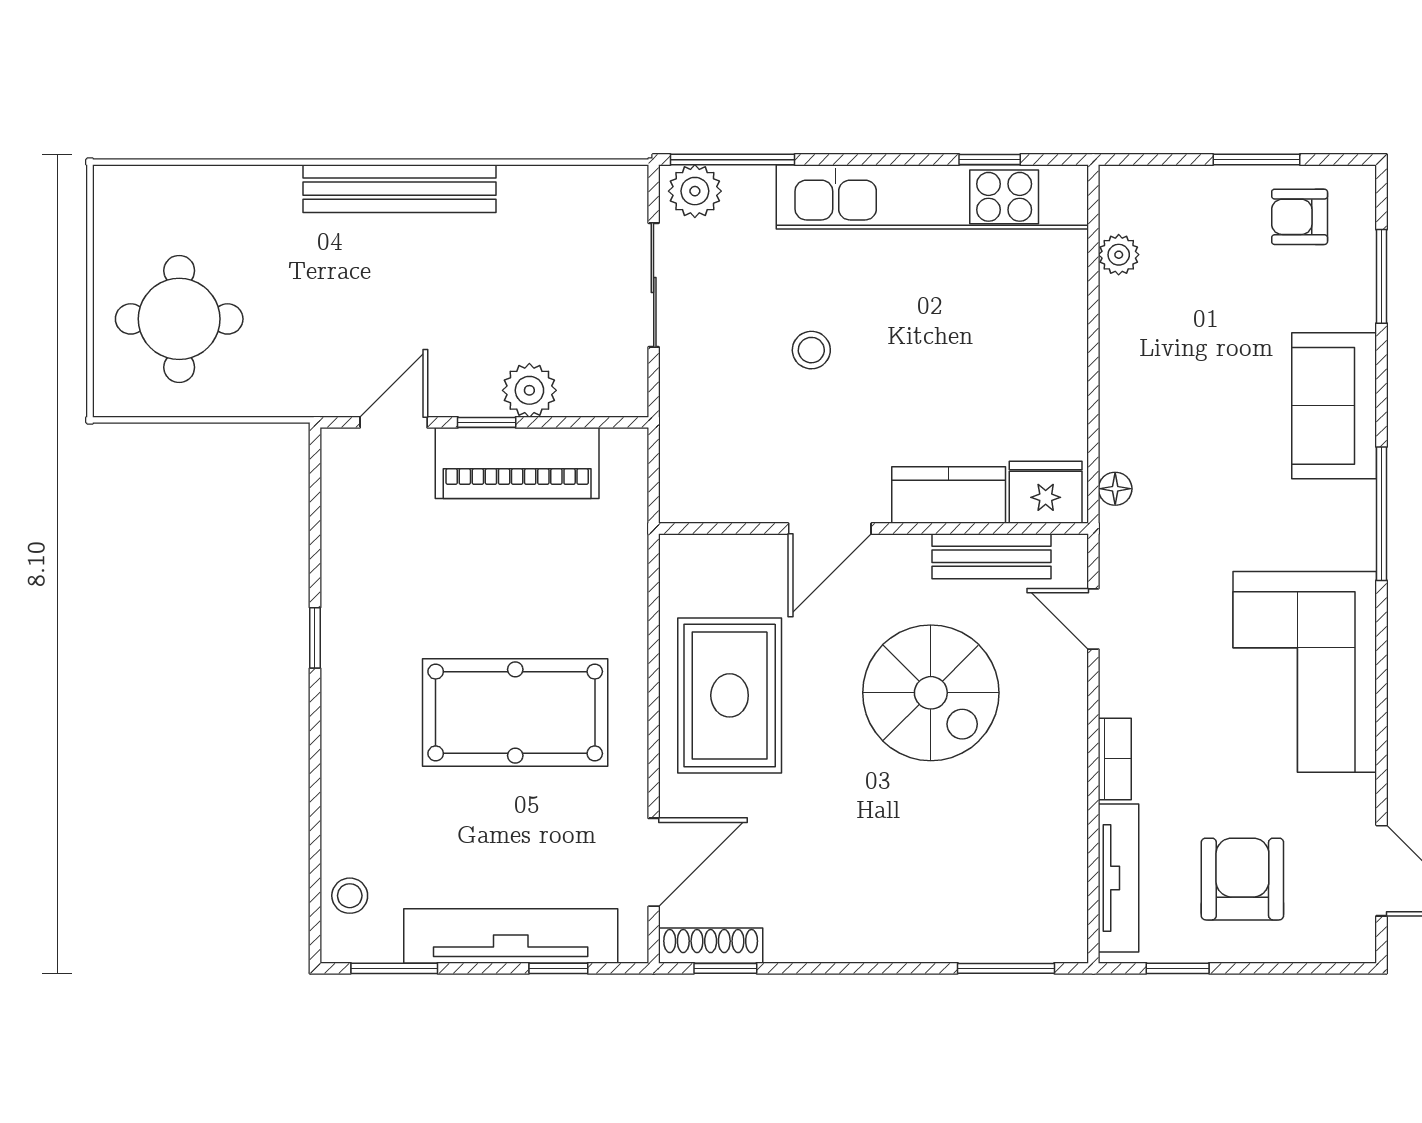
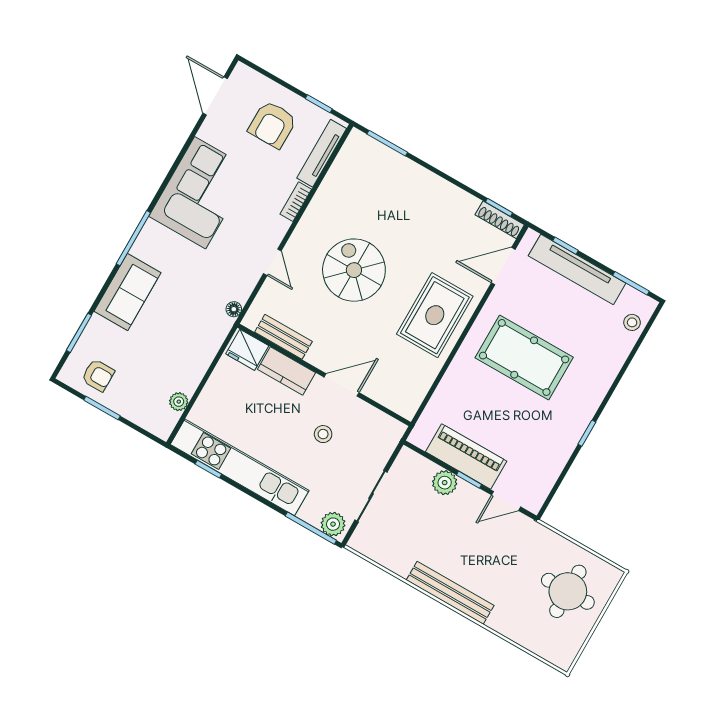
fridge: (1046, 492) -> (247, 350), moved
kitchen counter: (949, 495) -> (287, 371), moved
door: (830, 529) -> (342, 385), moved
wall: (874, 529) -> (324, 375), moved
bench: (992, 556) -> (283, 337), moved

